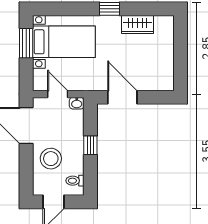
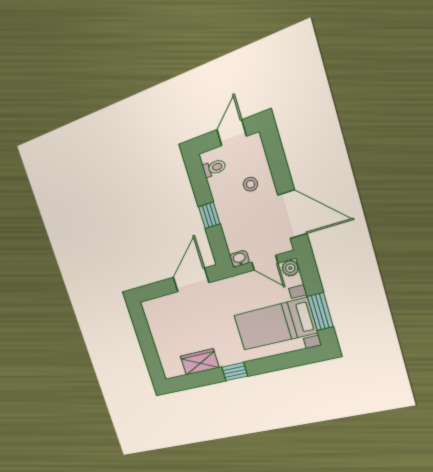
plant: (39, 84) -> (290, 268), added
door: (122, 97) -> (191, 280), swing flipped
stool: (51, 159) -> (250, 184), width x0.53, depth x0.53

